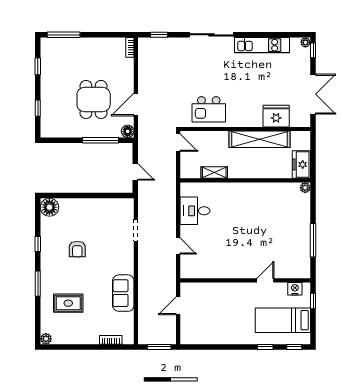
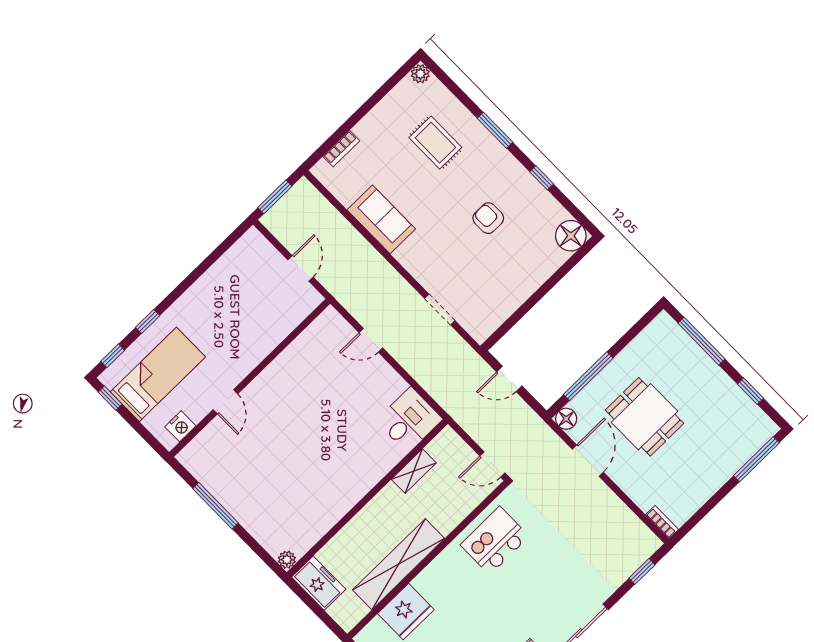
window: (38, 108) -> (701, 341), width x2.17
desk: (195, 211) -> (409, 420), moved
window: (313, 301) -> (110, 398), moved
rug: (68, 303) -> (435, 143), turned 90

